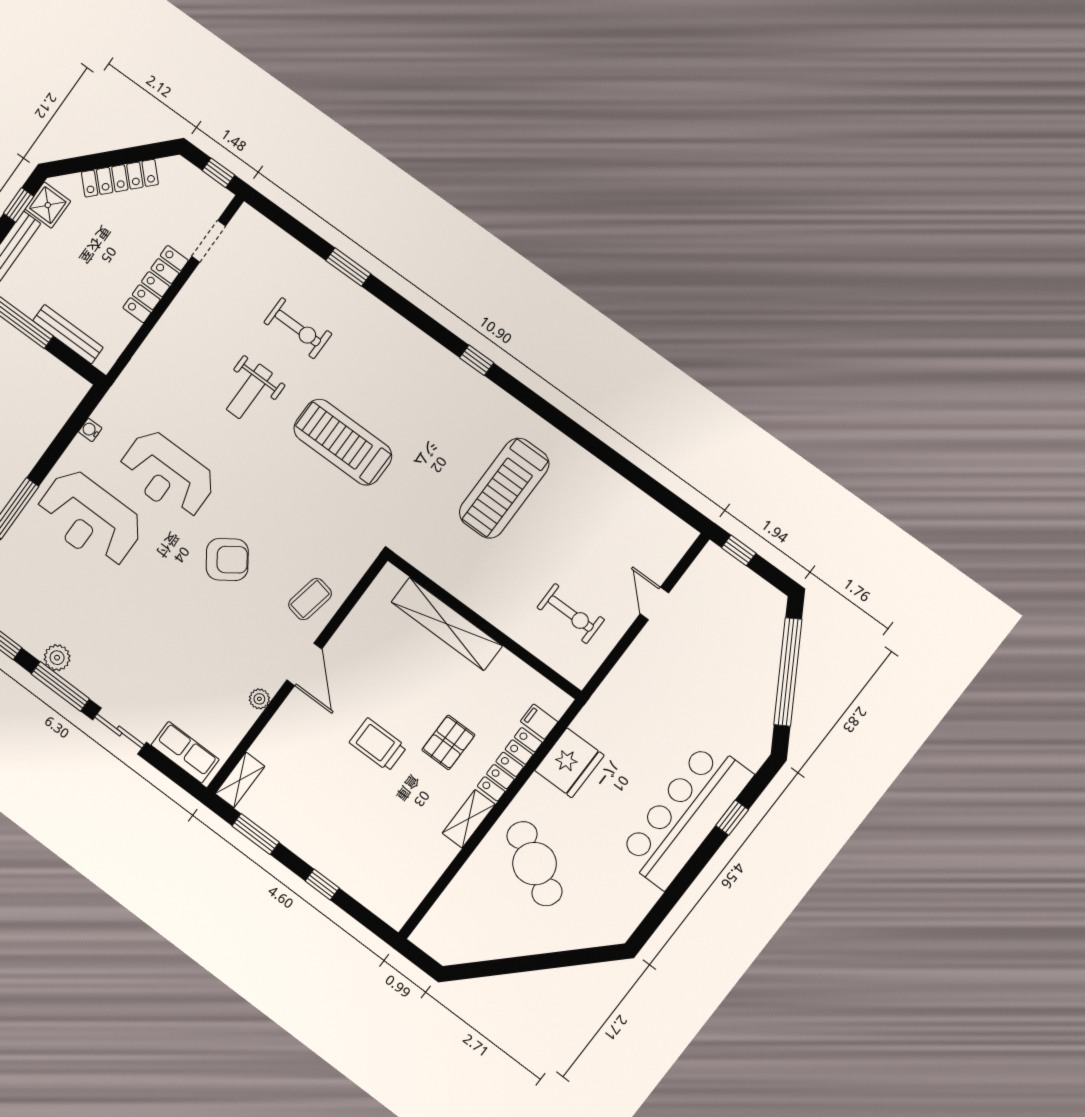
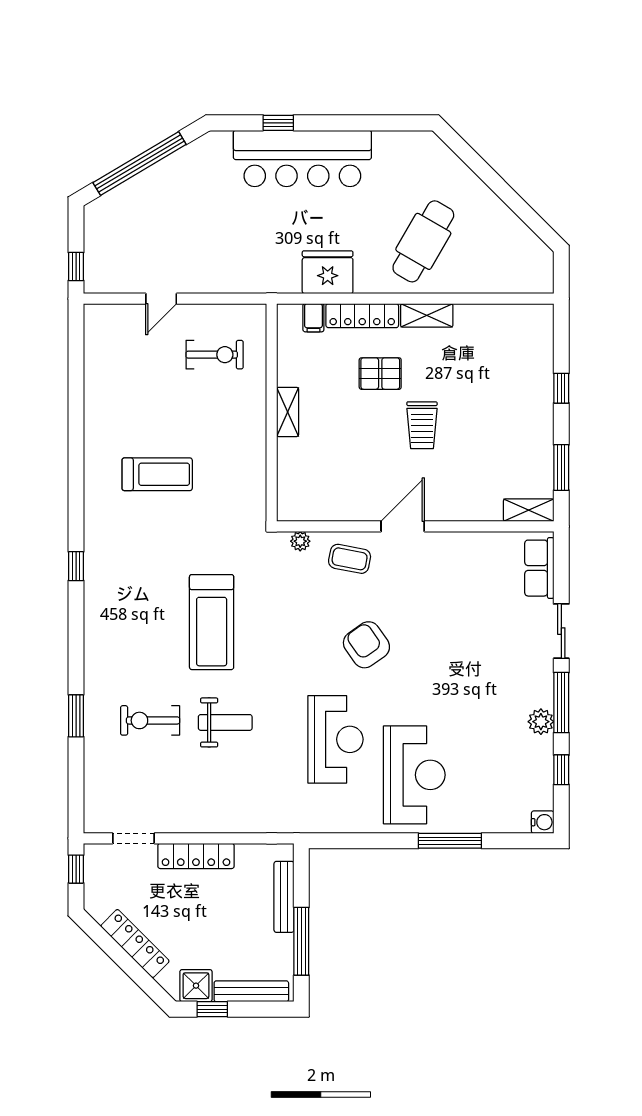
exercise bike: (298, 328) -> (150, 720), turned -90
water cooler: (90, 430) -> (345, 825), removed
treadmill: (504, 488) -> (157, 474), width x0.73, depth x0.73
exercise bike: (571, 614) -> (215, 355), turned 90
shelving: (447, 624) -> (288, 412), width x0.45, depth x0.75
plant: (259, 699) -> (300, 541), moved

